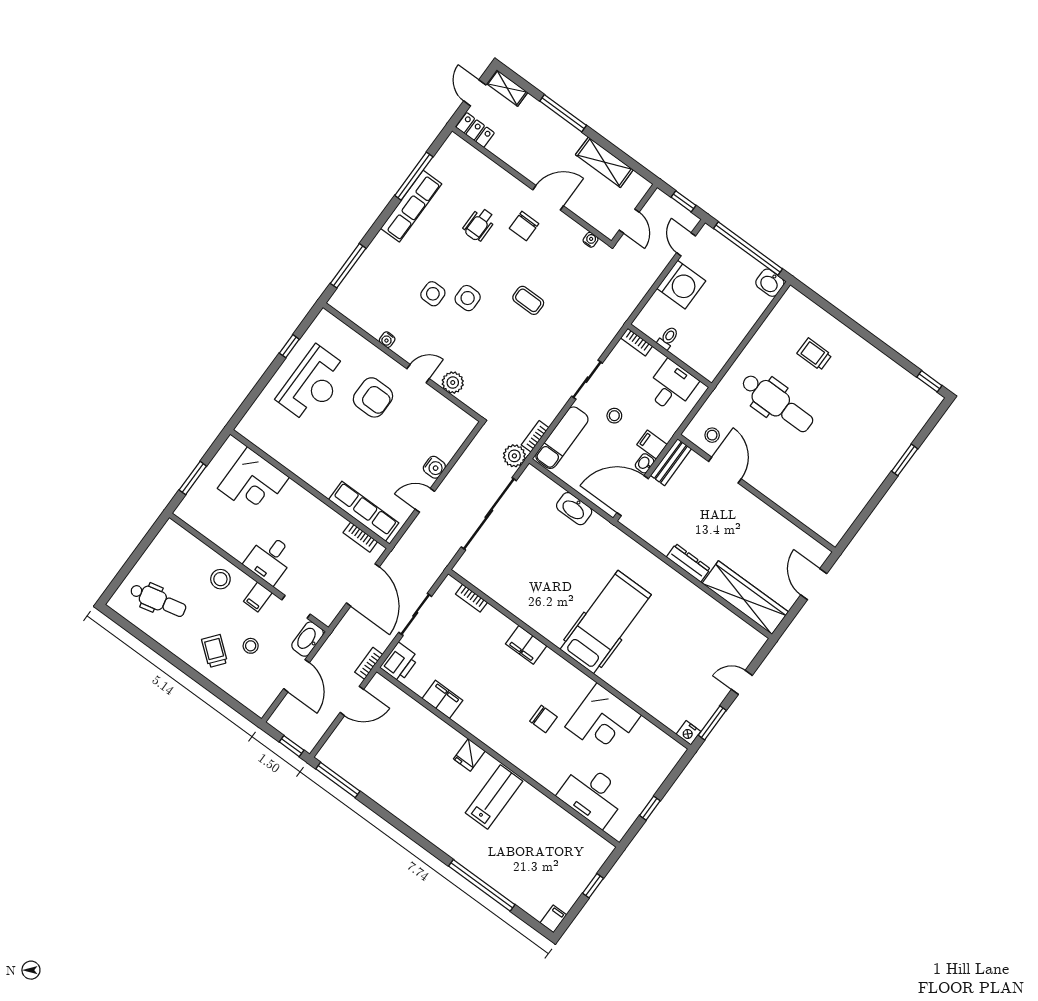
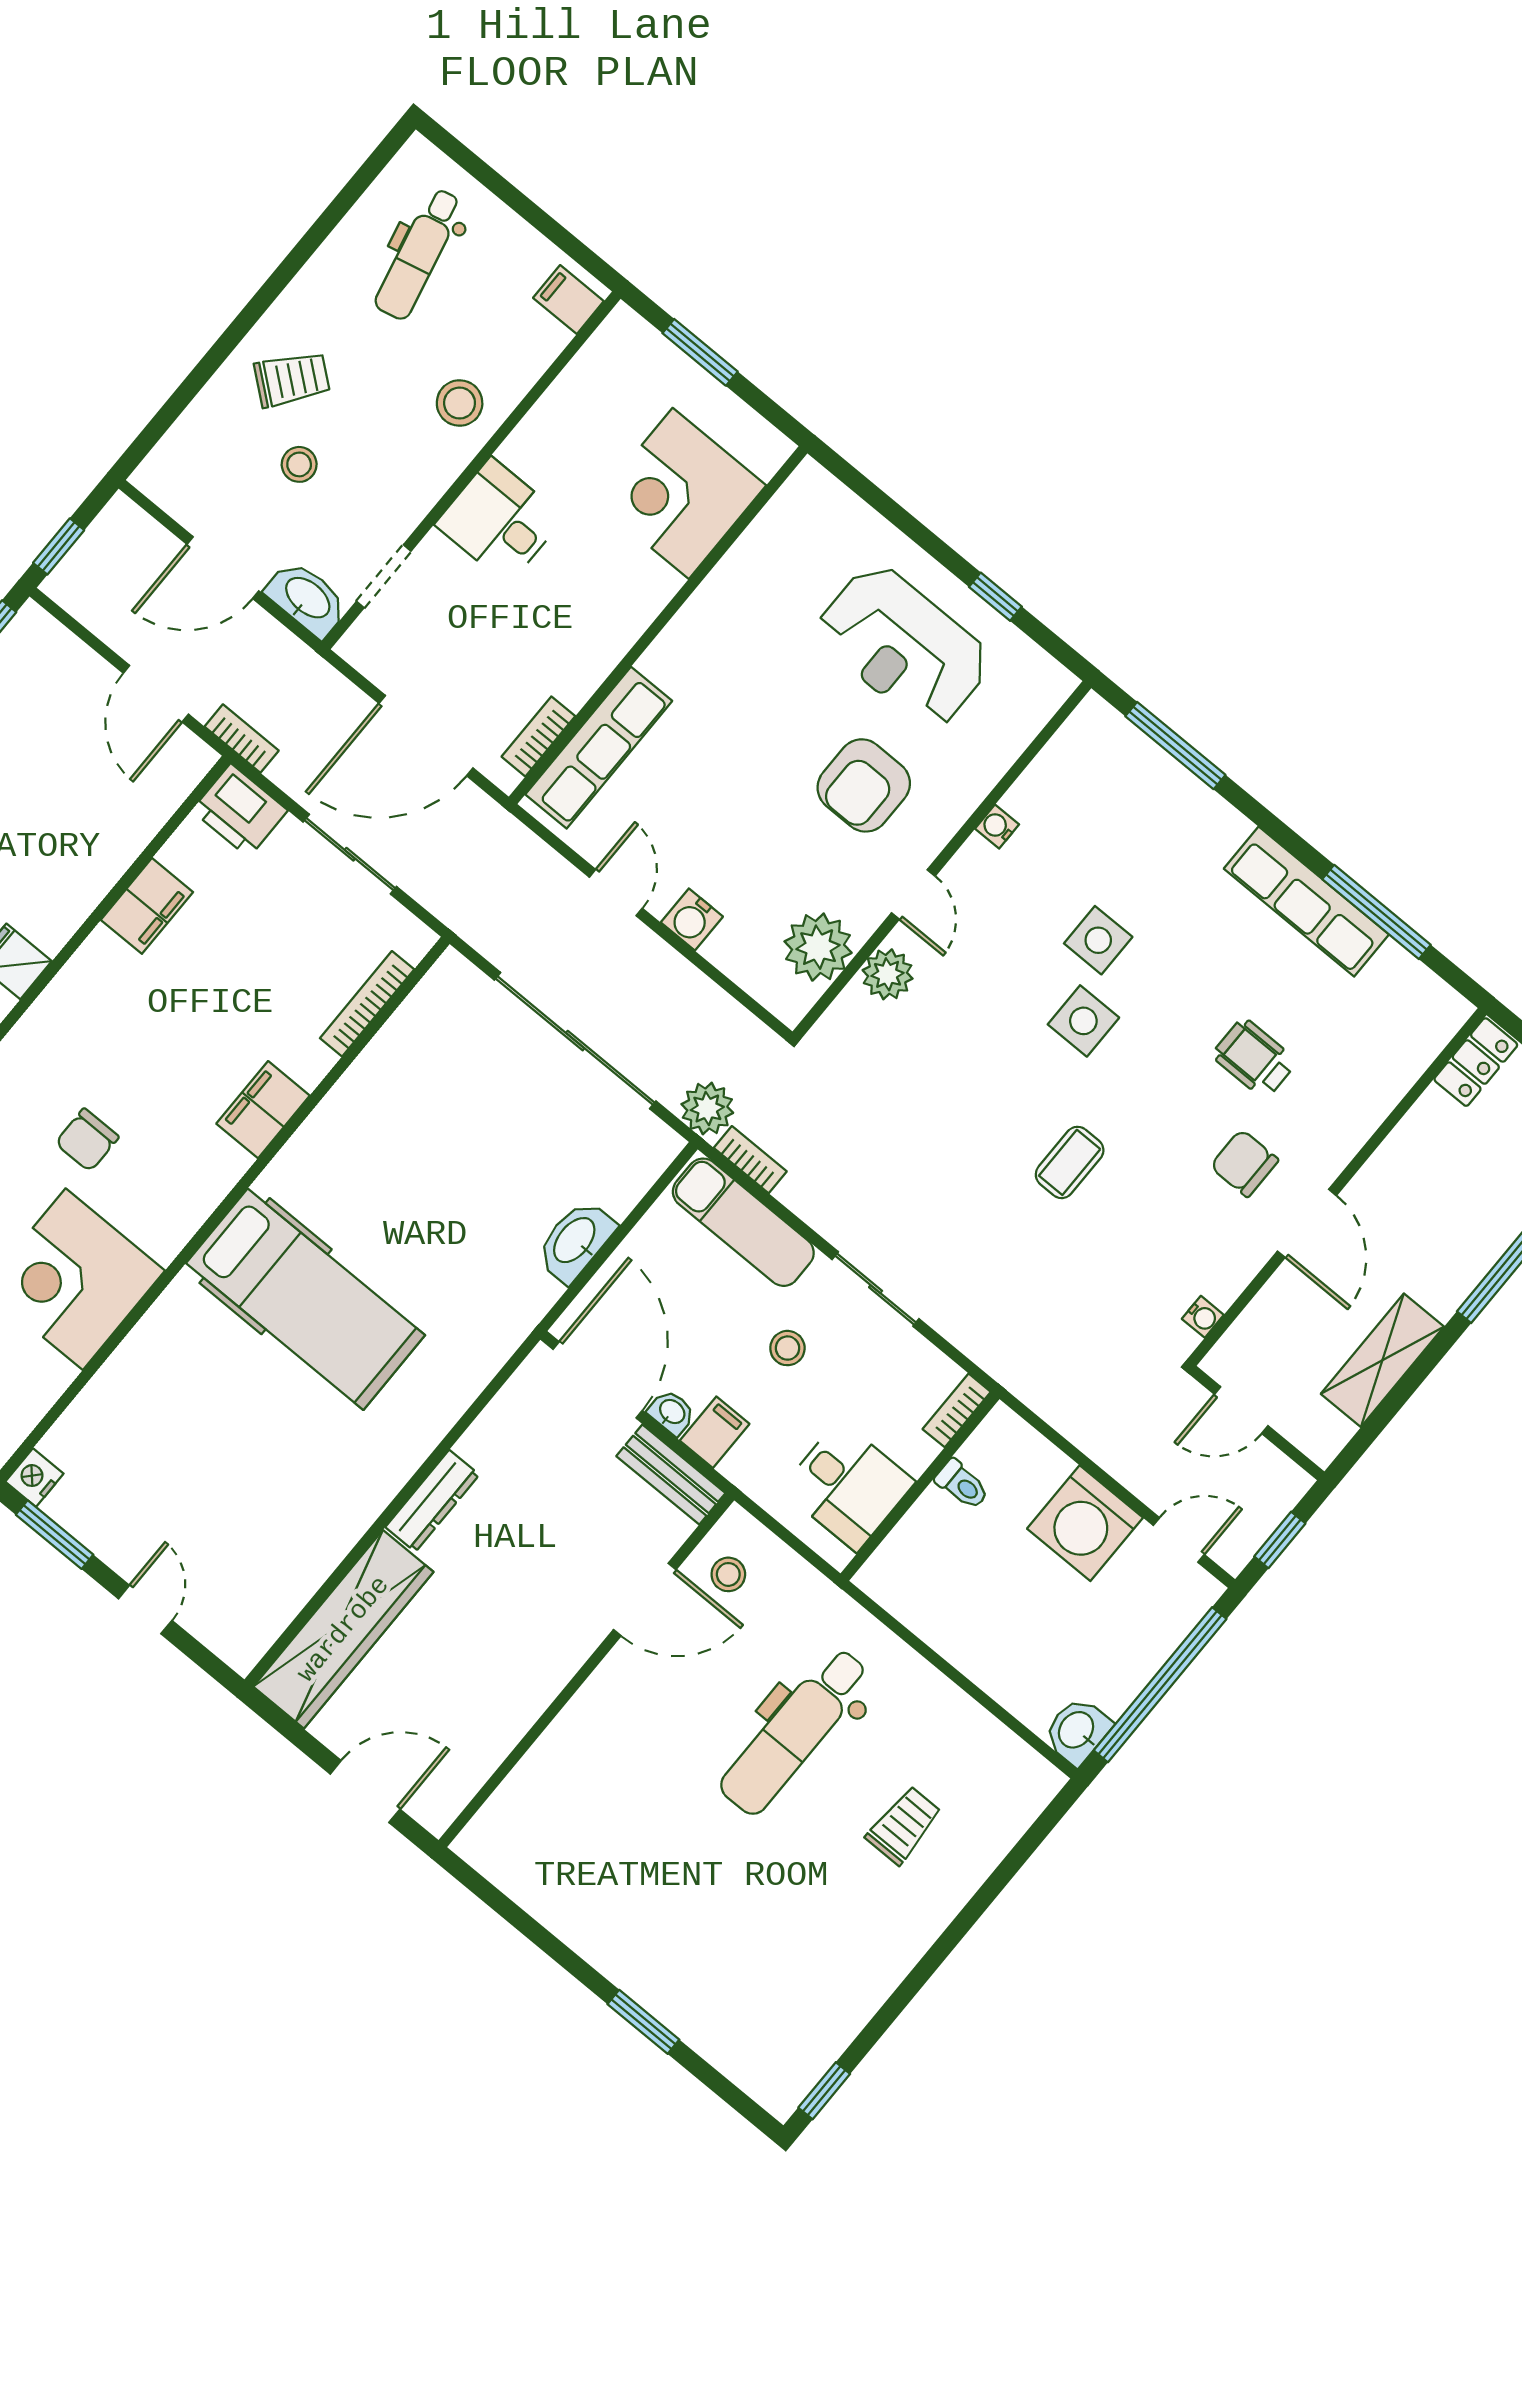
plant: (443, 413) -> (818, 947), added
filing cabinet: (258, 597) -> (568, 300), moved
bookcase: (471, 598) -> (367, 1004), width x1.56

